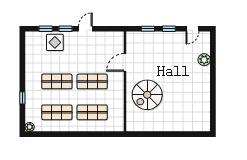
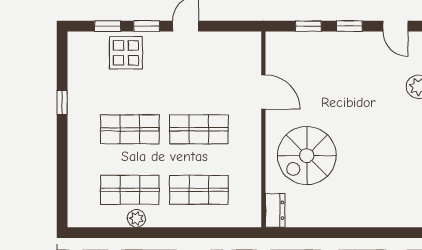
door: (192, 29) -> (395, 26), hinge flipped
door: (125, 62) -> (263, 92), swing flipped
window: (22, 98) -> (62, 103), moved
dresser: (131, 123) -> (275, 210), added
plant: (30, 127) -> (136, 218), moved

